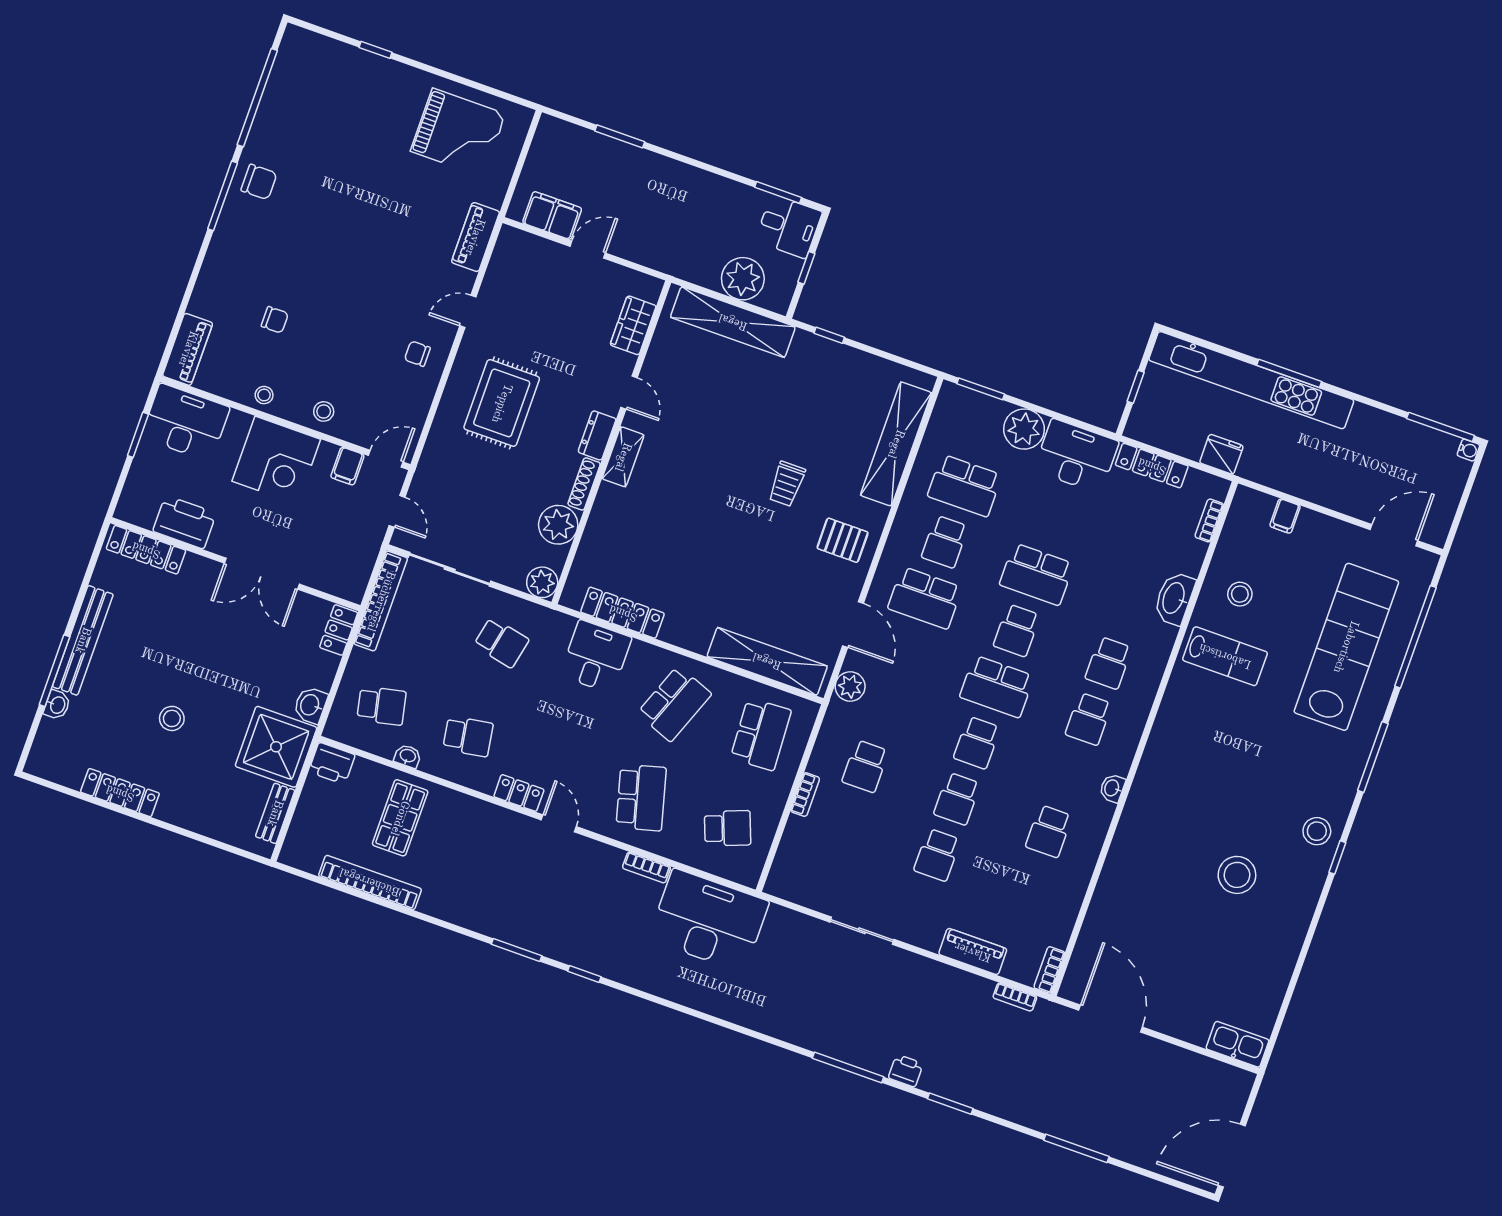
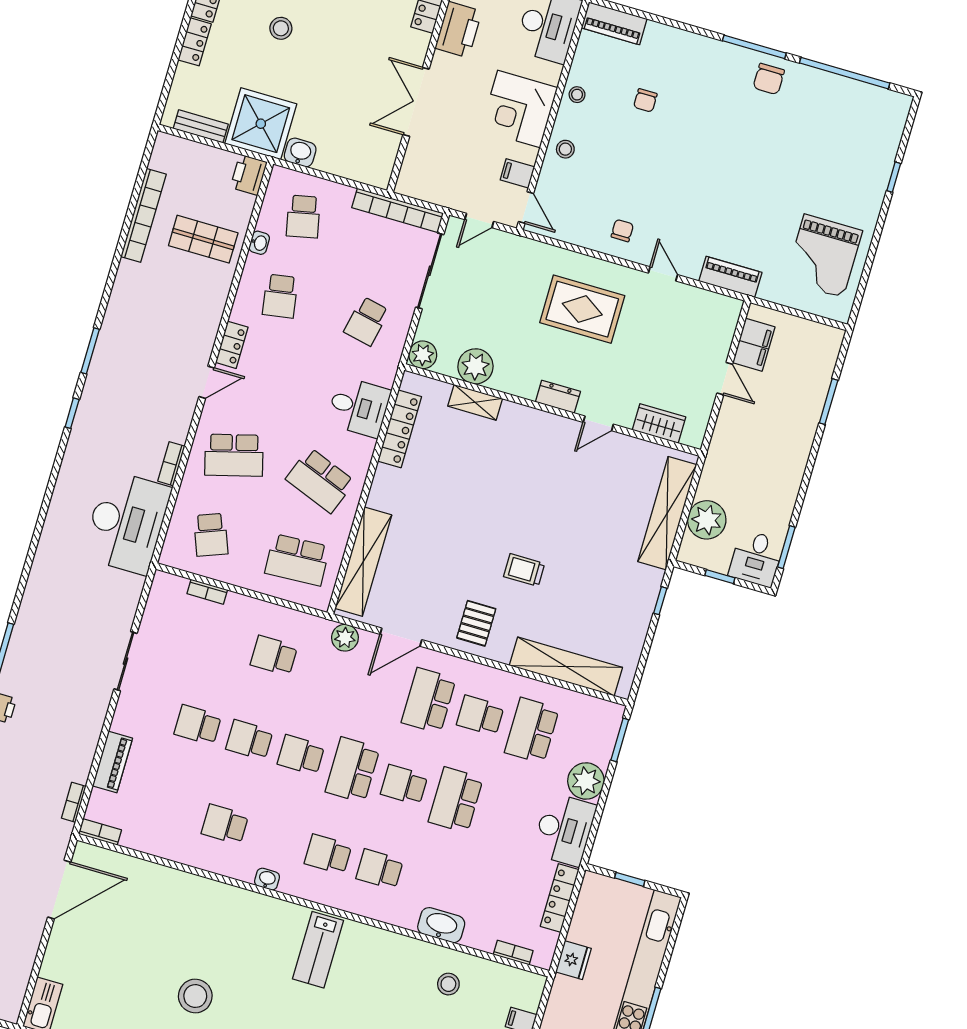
shelving: (623, 457) -> (475, 402), moved
shoe rack: (584, 484) -> (514, 388), removed
locker: (339, 630) -> (195, 42), moved, turned 90
lab bench: (1225, 656) -> (318, 950), moved
bookcase: (805, 795) -> (207, 592), moved

